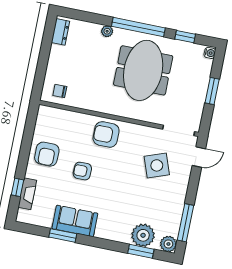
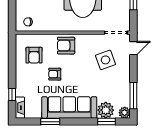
armchair: (47, 154) -> (34, 55), moved
fireplace: (27, 194) -> (20, 108), moved
sofa: (75, 221) -> (69, 107), width x1.85, depth x1.27

